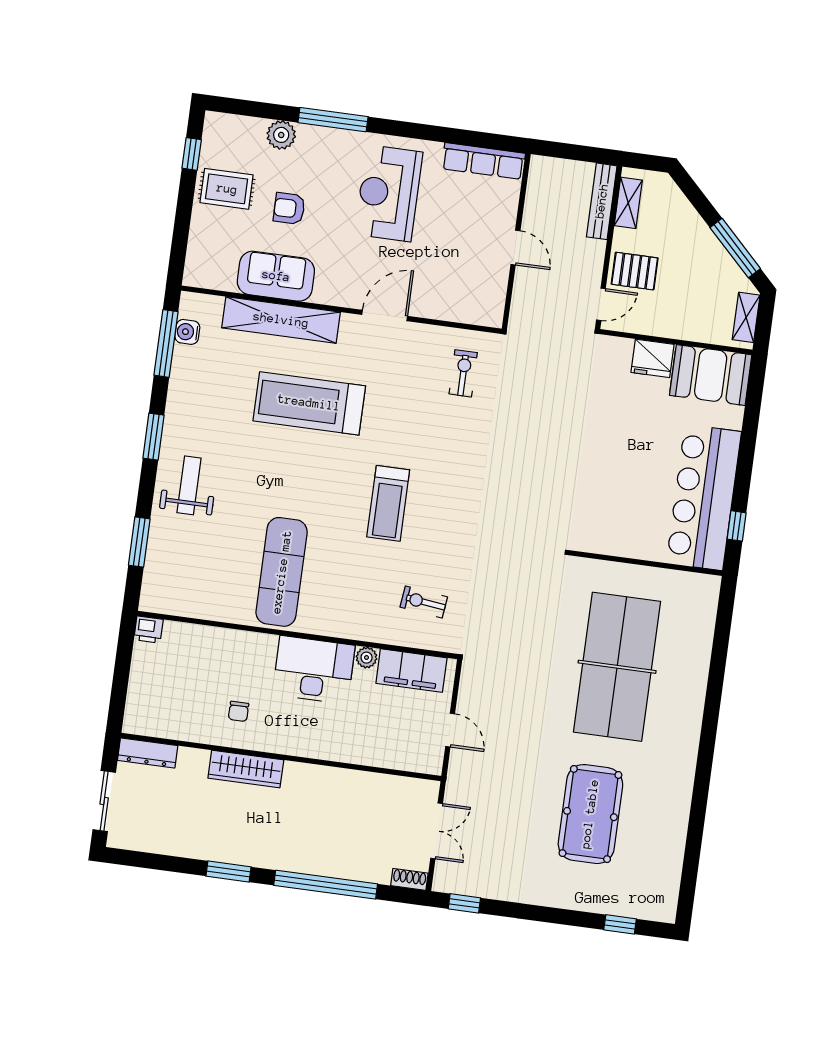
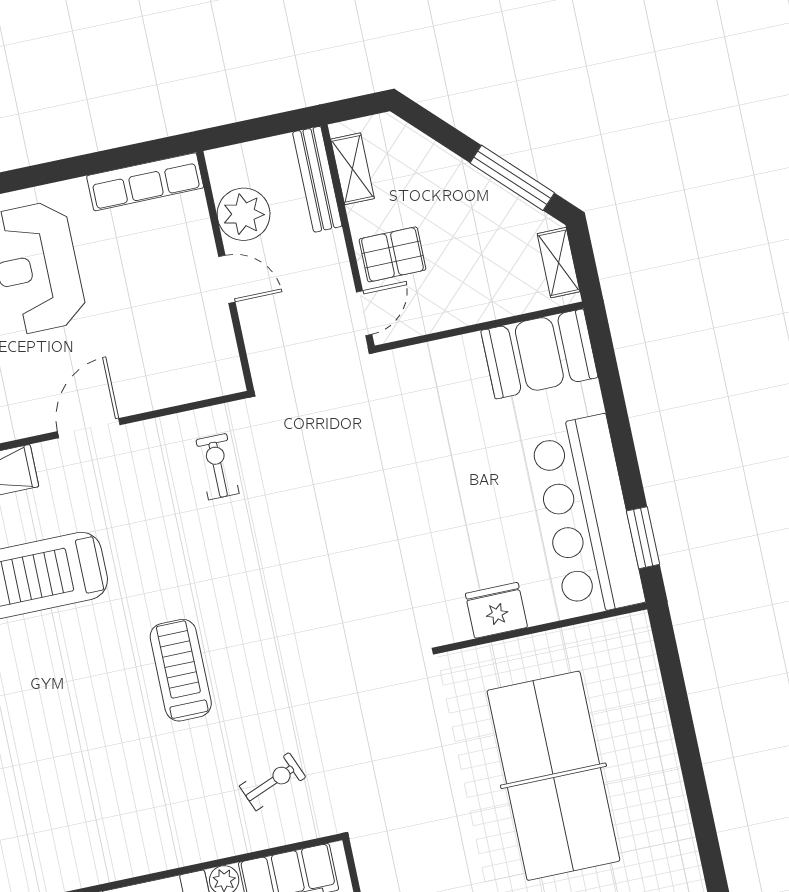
plant: (543, 207) -> (244, 214), added
fridge: (653, 358) -> (496, 610), moved, turned 180
treadmill: (388, 503) -> (181, 670), turned 180
window: (737, 526) -> (643, 538), width x1.50
exercise mat: (282, 572) -> (74, 809), removed
exercise bike: (424, 602) -> (273, 782), turned 151

